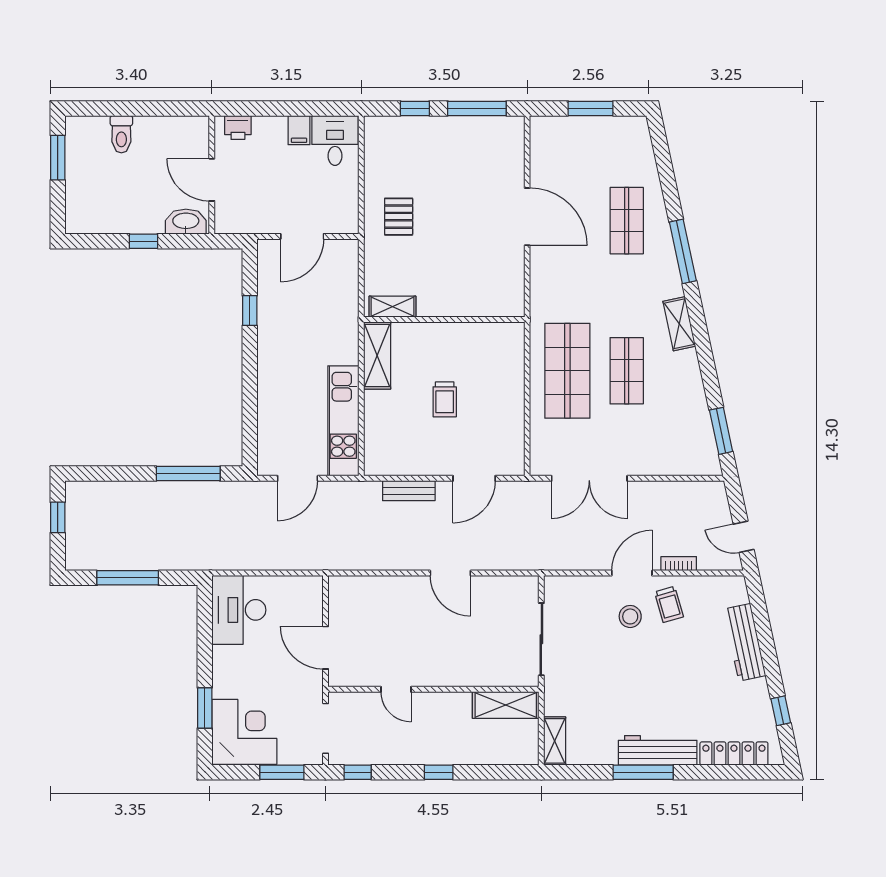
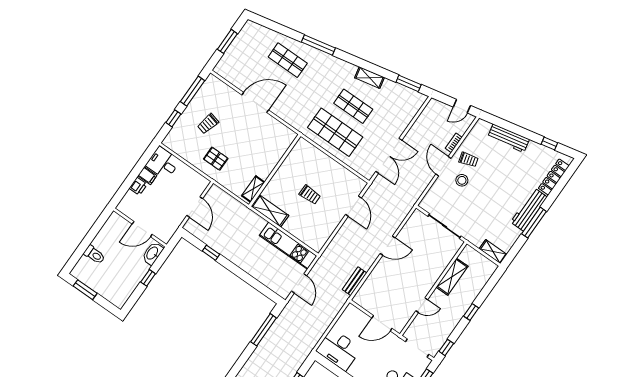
printer: (238, 127) -> (138, 186), moved
trolley: (444, 167) -> (208, 124), added
shelving: (679, 324) -> (370, 78), moved
bench: (409, 491) -> (355, 281), moved
shelving: (506, 705) -> (452, 277), moved

